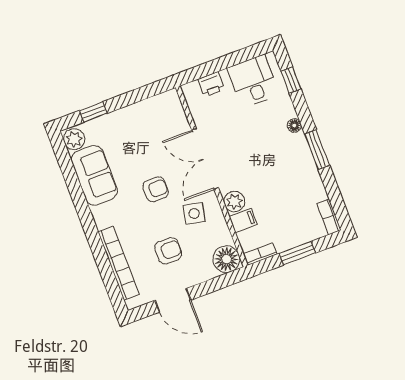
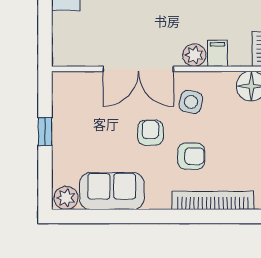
printer: (211, 84) -> (63, 33), removed
window: (93, 112) -> (45, 131), moved
armchair: (168, 251) -> (191, 156), moved, turned 90

